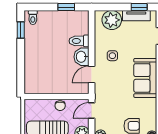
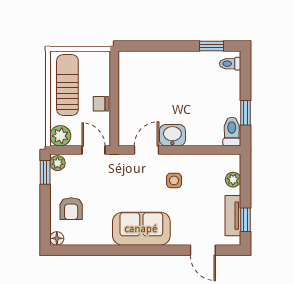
plant: (112, 20) -> (233, 180), width x0.53, depth x0.53
toilet: (79, 41) -> (232, 132), moved
door: (92, 74) -> (147, 150), hinge flipped

